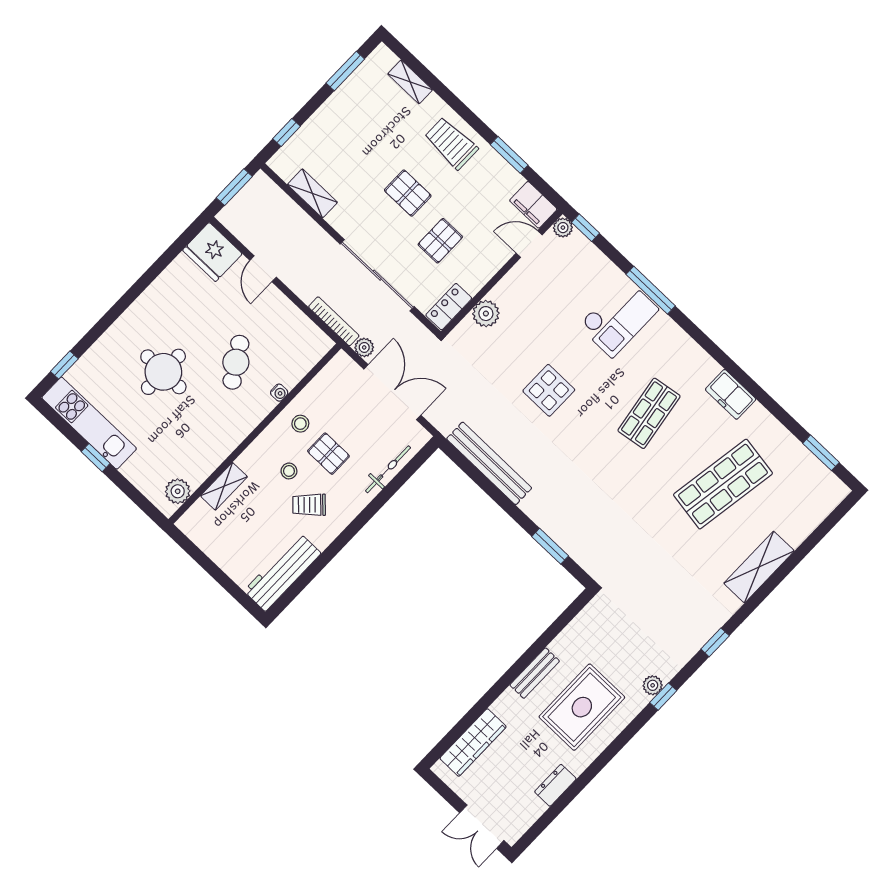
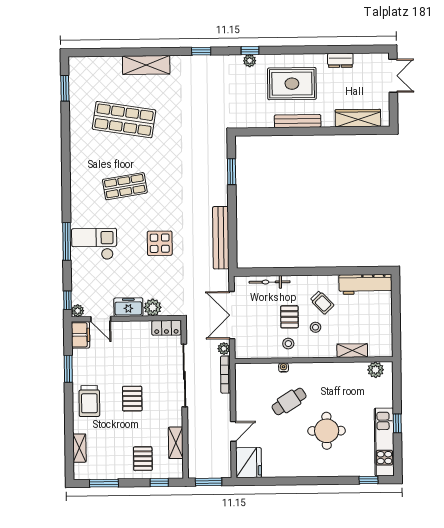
pallet: (440, 241) -> (143, 459), moved, turned 90
freezer: (731, 394) -> (128, 307), moved, turned -90
bench: (535, 673) -> (298, 121), width x1.36

